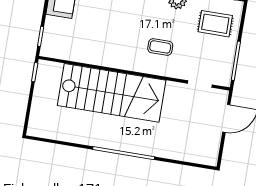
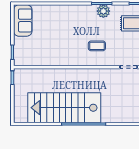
stairs: (112, 93) -> (64, 108), moved, turned 180

